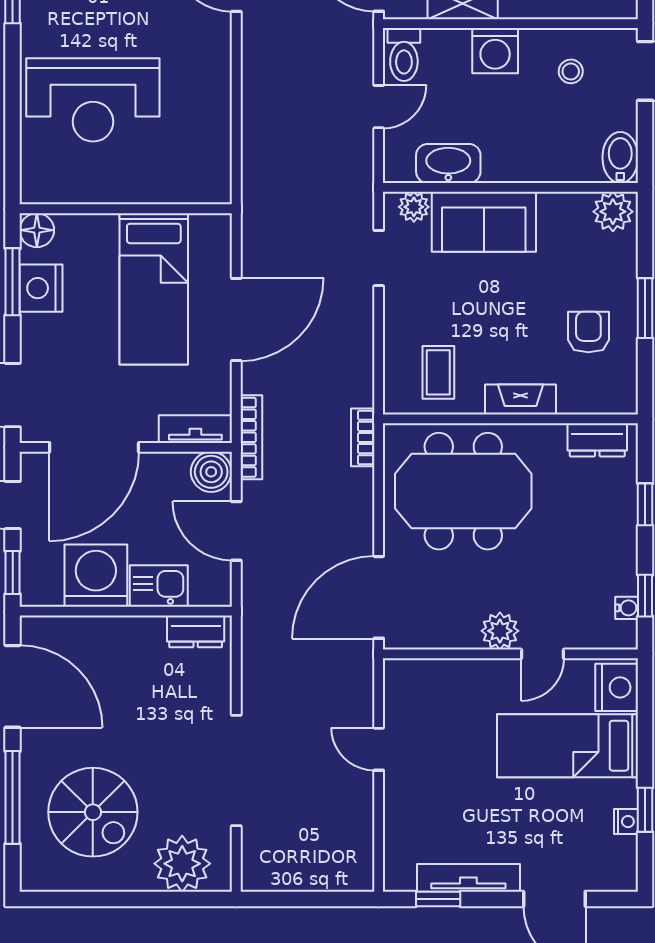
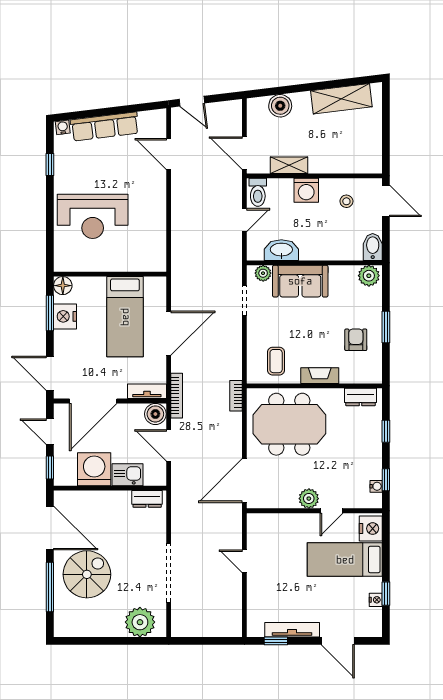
spiral stairs: (93, 812) -> (87, 574), moved, turned -90

